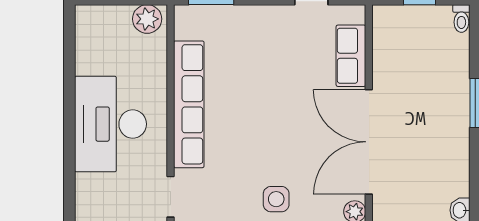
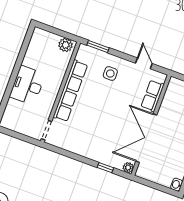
desk: (110, 124) -> (27, 85), width x0.73, depth x0.77
side table: (276, 199) -> (110, 73), moved

